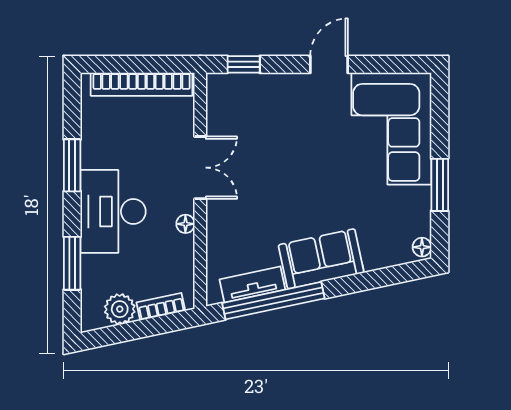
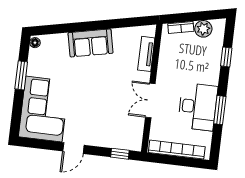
desk: (113, 211) -> (198, 107), moved
floor lamp: (185, 224) -> (162, 71), removed
window: (72, 263) -> (226, 57), width x0.67
tv unit: (252, 284) -> (146, 54), moved, turned 102
window: (273, 301) -> (119, 23), removed

